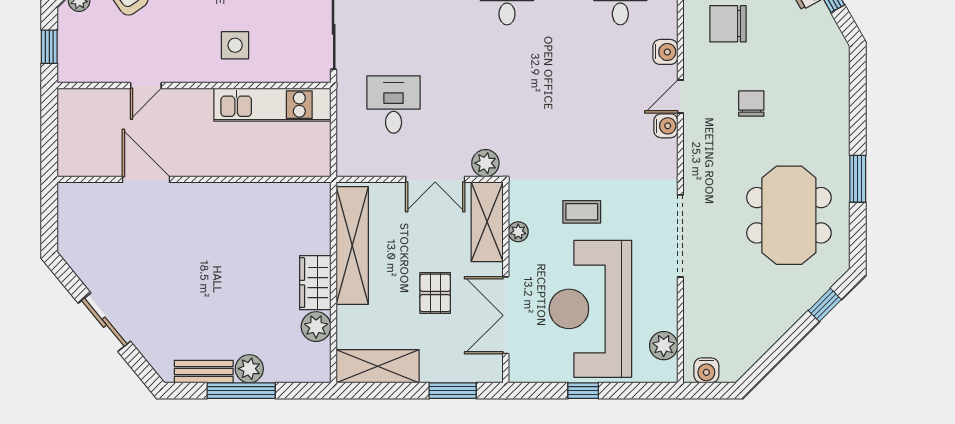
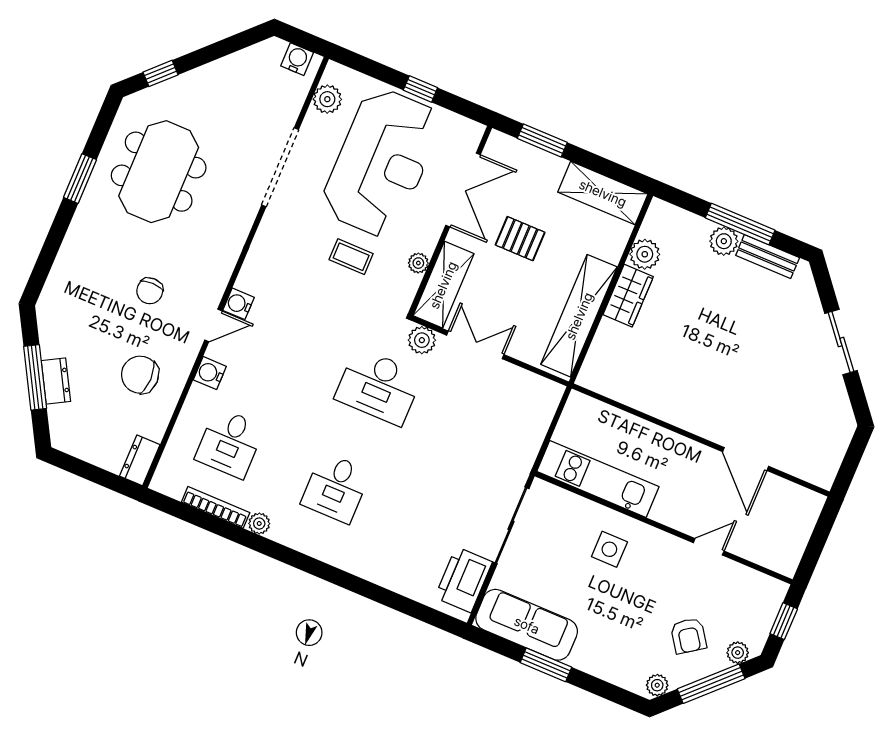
chair: (728, 24) -> (140, 375), turned 180
desk: (394, 104) -> (379, 387), moved, width x1.37
doorway: (680, 236) -> (280, 167), moved
pallet: (435, 293) -> (520, 239), turned 90

